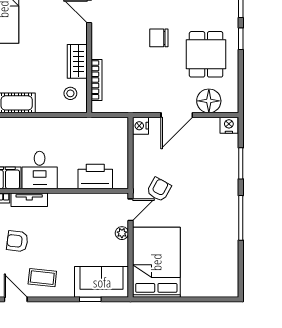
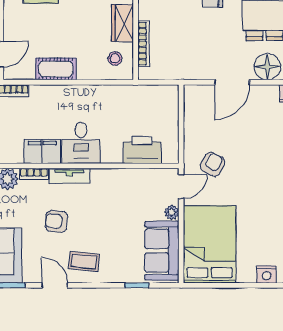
nightstand: (141, 126) -> (266, 274), moved, turned -90
sofa: (102, 282) -> (162, 251), moved, turned -90

